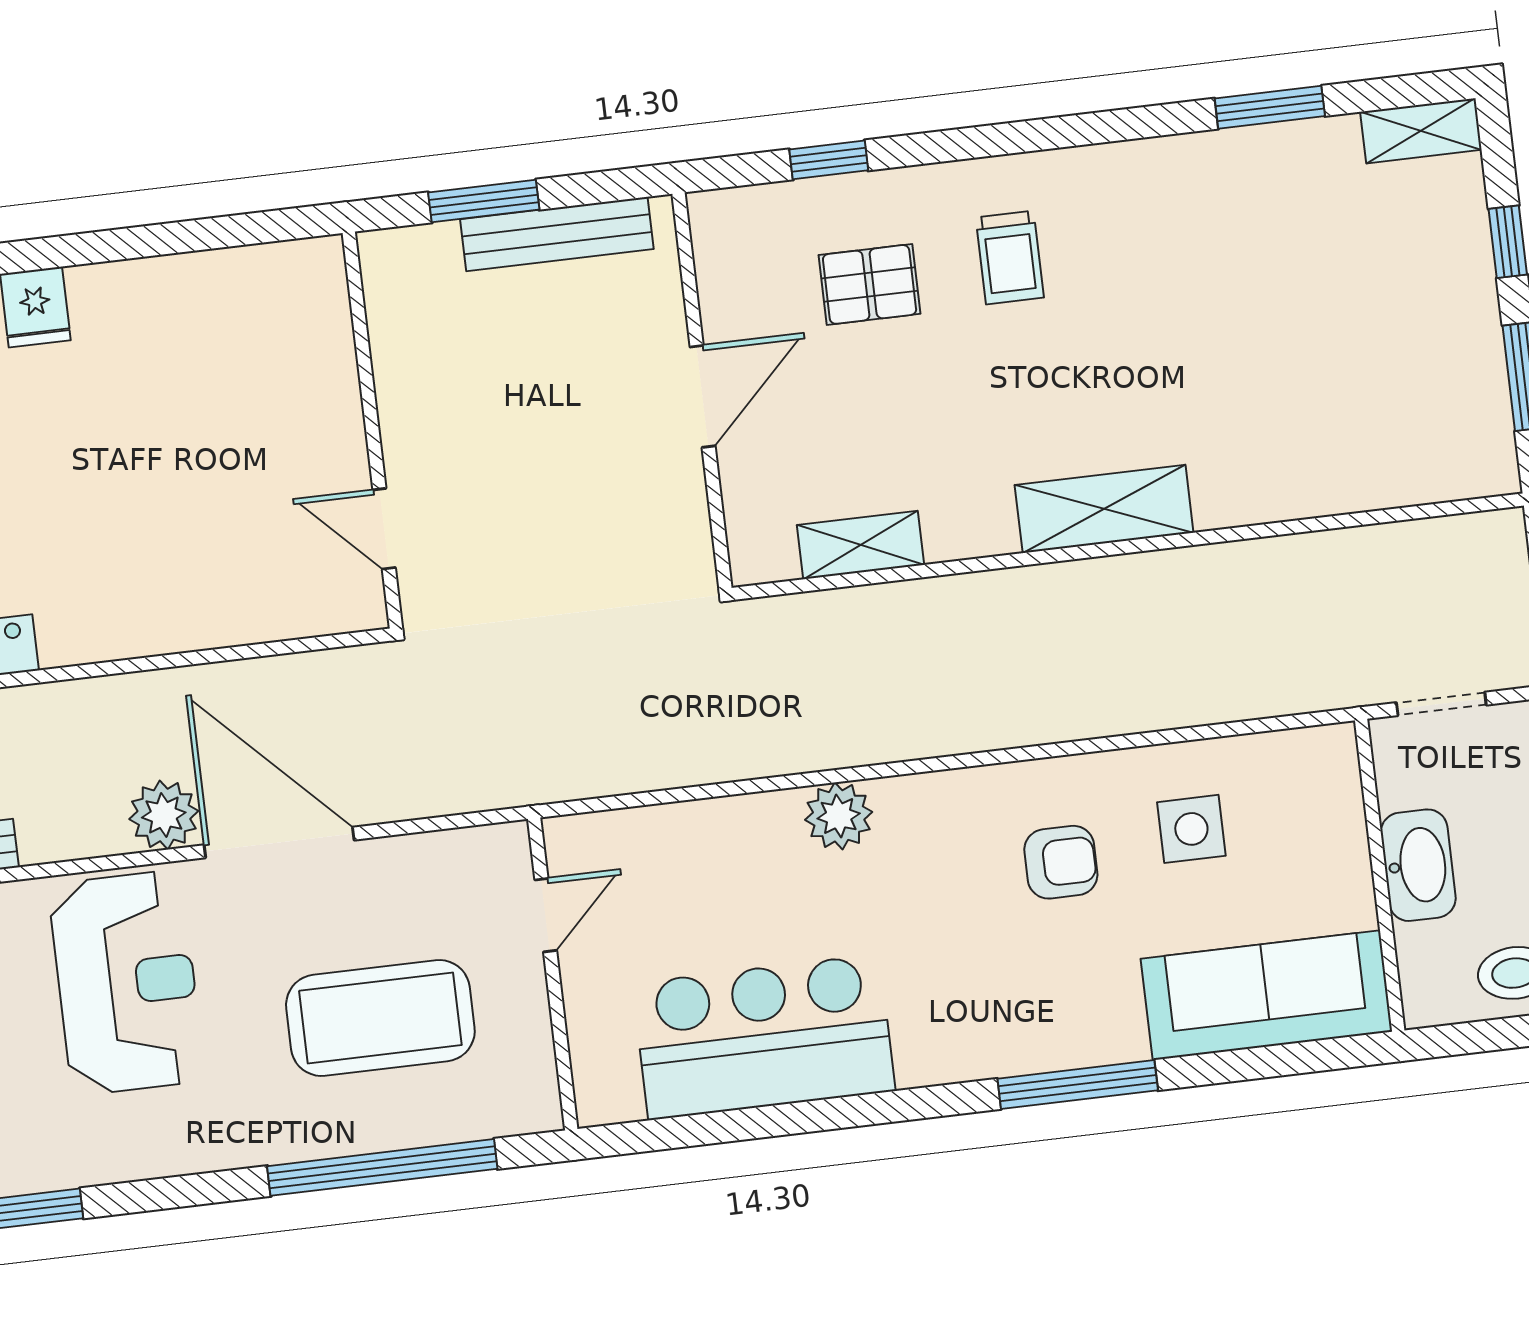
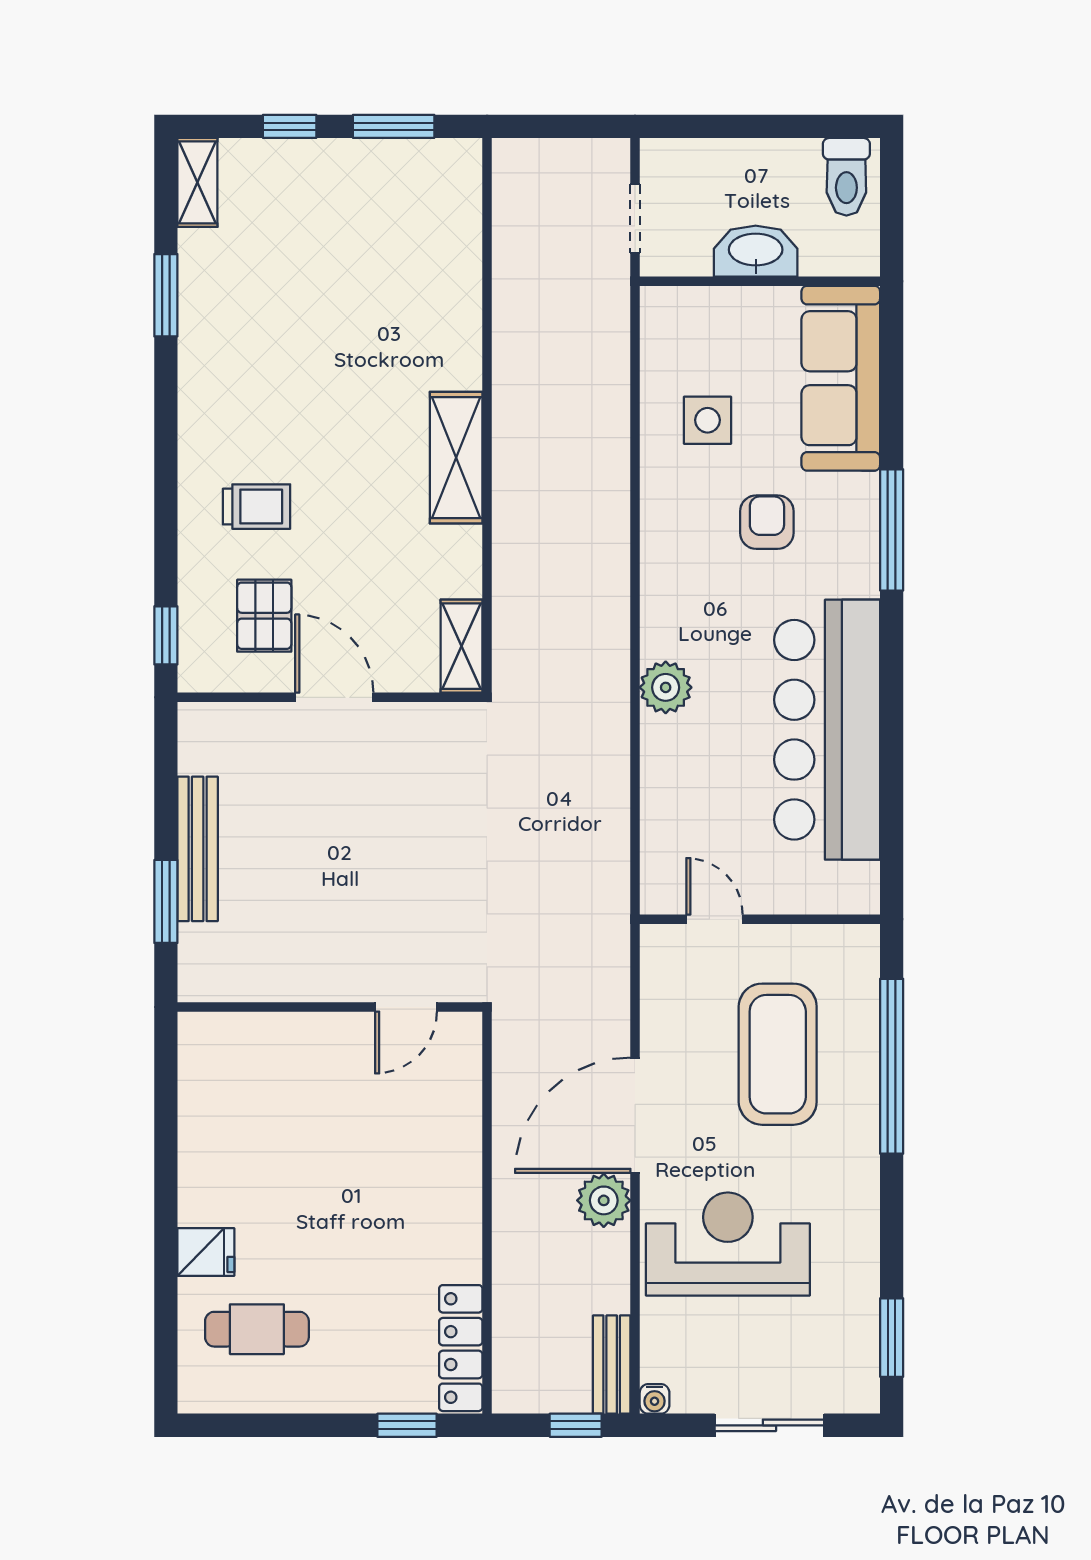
wall: (702, 391) -> (330, 697), moved
door: (703, 396) -> (334, 697), moved
armchair: (1061, 862) -> (767, 522), moved
bar counter: (764, 1037) -> (827, 730), width x1.36

